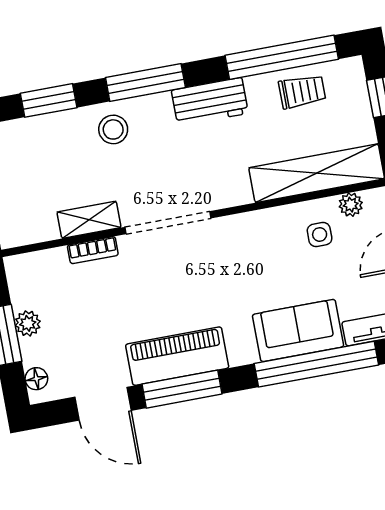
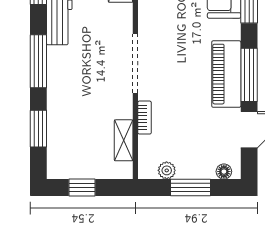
stool: (113, 129) -> (66, 89), removed
shelving: (89, 220) -> (124, 140), moved
plant: (28, 323) -> (167, 170), moved

